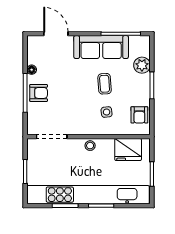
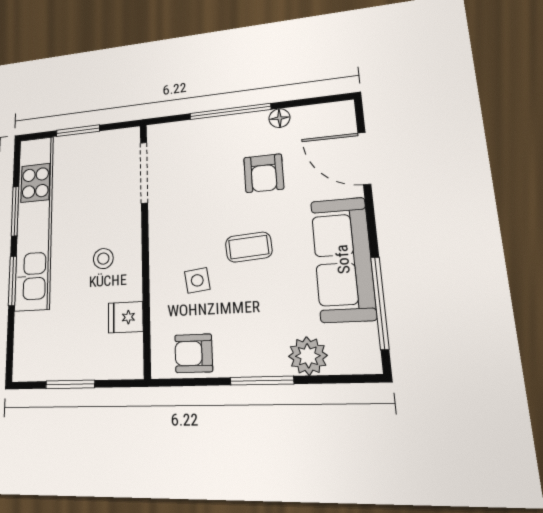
door: (56, 34) -> (364, 158), swing flipped
coffee table: (105, 84) -> (249, 247), moved
armchair: (39, 93) -> (264, 173), moved
stool: (90, 146) -> (103, 259), moved
fridge: (128, 149) -> (126, 317), width x0.53, depth x0.75
kitchen unit: (88, 195) -> (34, 222), width x0.73

